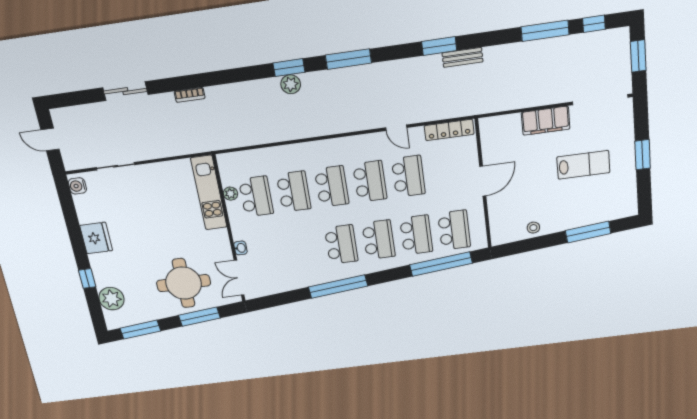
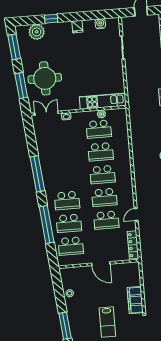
water cooler: (77, 186) -> (100, 24), moved
fridge: (96, 238) -> (77, 27), width x0.53, depth x0.75
school desk: (341, 244) -> (65, 178), removed
window: (441, 264) -> (47, 225), moved

